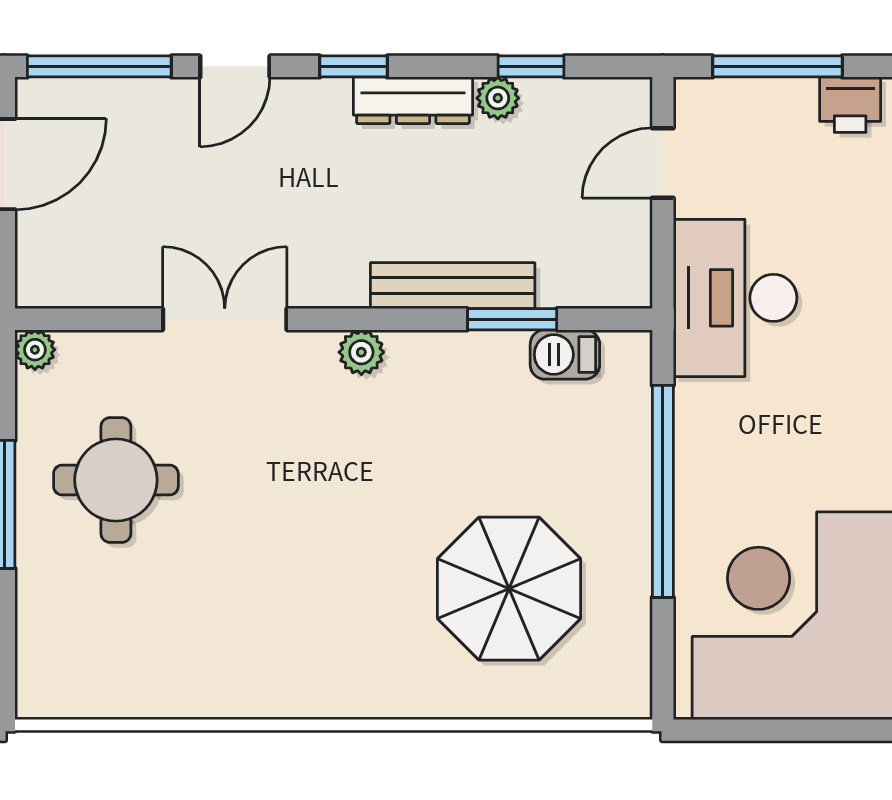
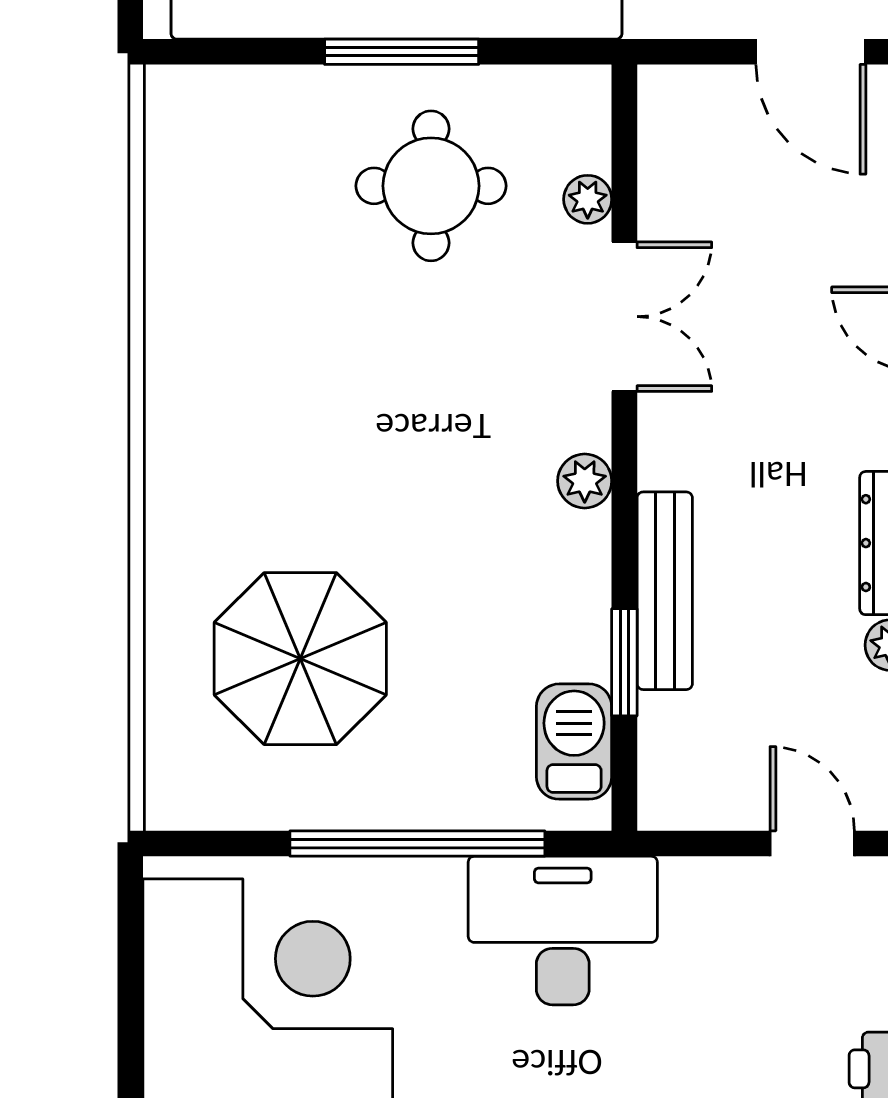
desk: (735, 298) -> (563, 930), moved
plant: (35, 350) -> (588, 199), moved
barbecue: (565, 354) -> (574, 742), width x1.38, depth x1.27

